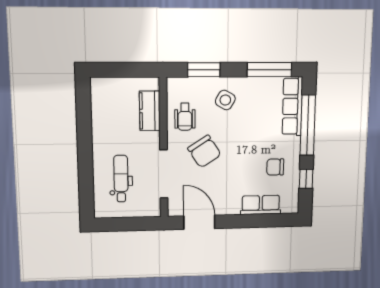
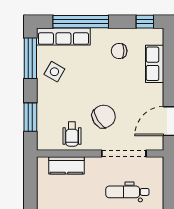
side table: (225, 100) -> (54, 72), moved
wheelchair: (185, 117) -> (72, 134), turned 90
chair: (275, 167) -> (119, 51), turned 89
window: (306, 179) -> (145, 22), moved

